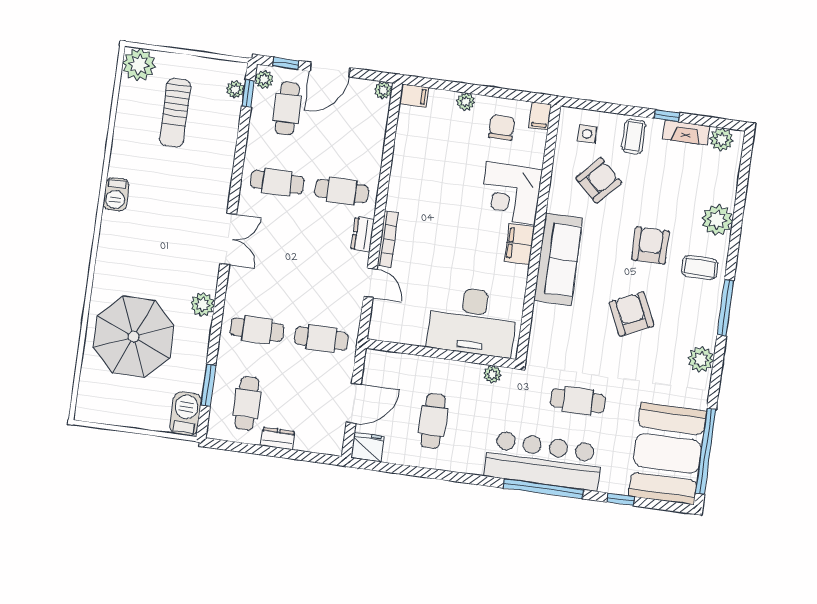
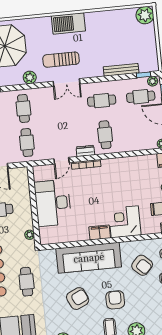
plant: (235, 89) -> (144, 68), removed
sun lounger: (175, 113) -> (61, 60), moved
bench: (229, 133) -> (121, 70), added
cafe table: (277, 182) -> (102, 101), turned 90
barbecue: (116, 194) -> (68, 23), width x1.88, depth x1.53
armchair: (650, 245) -> (115, 300), turned -90
sofa: (558, 259) -> (89, 258), width x1.36, depth x1.27
desk: (473, 321) -> (53, 203), moved

